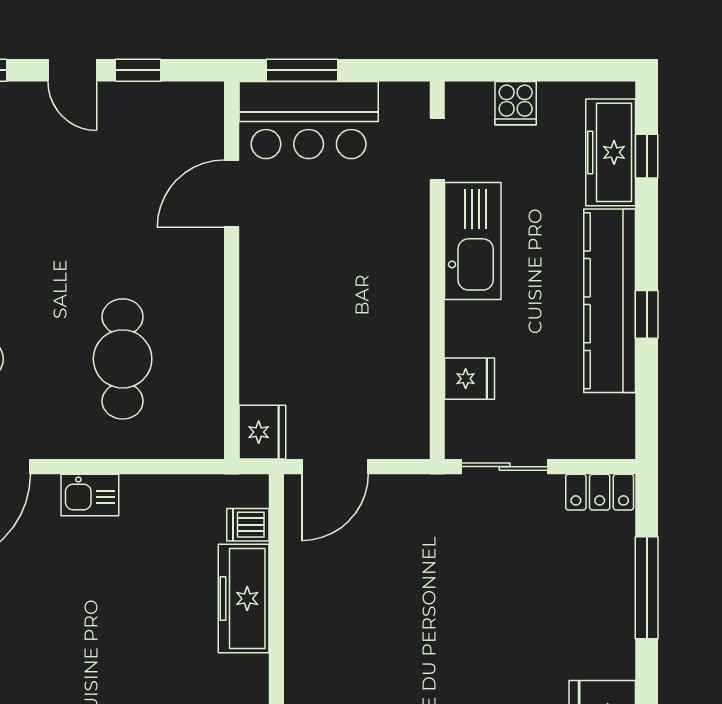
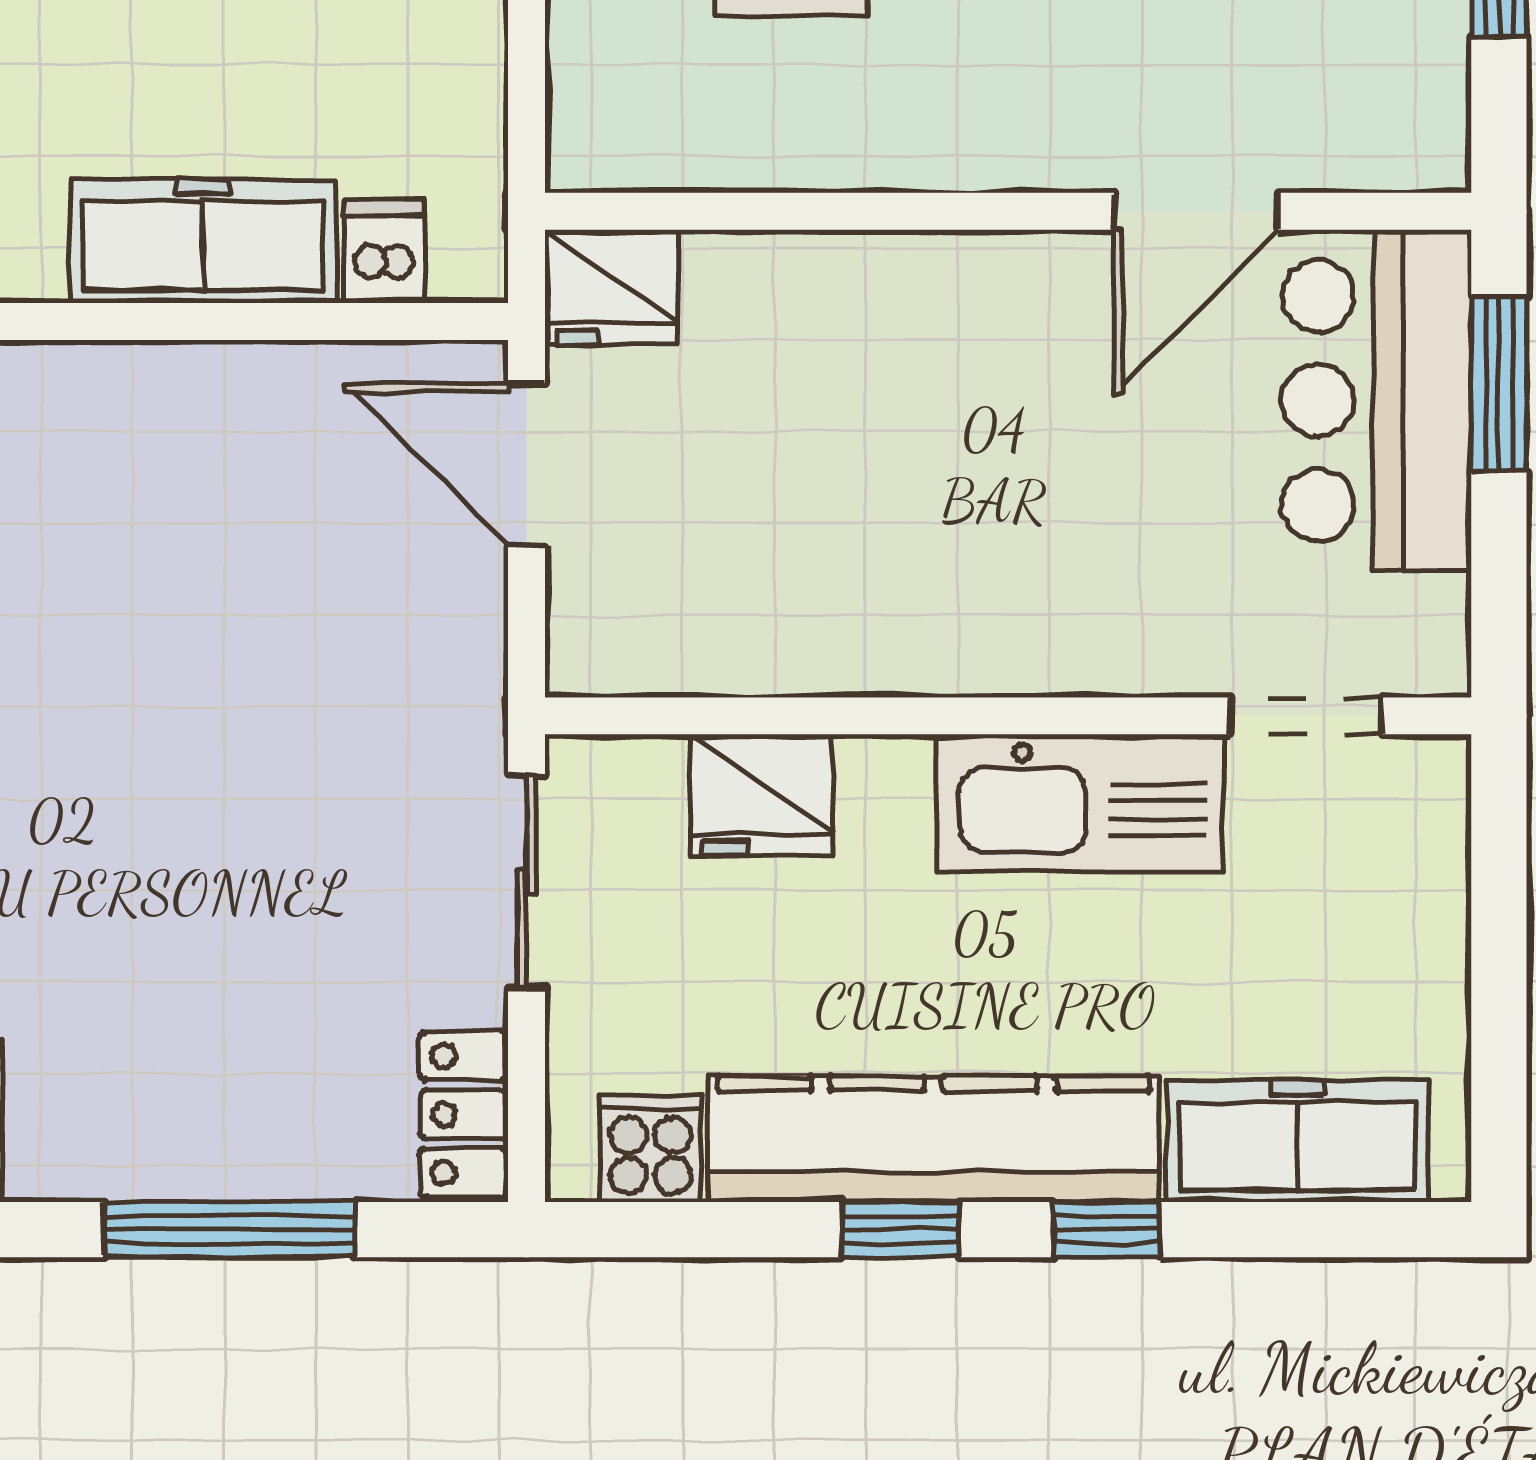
cooker: (516, 103) -> (651, 1149), moved, turned 90
window: (647, 156) -> (1107, 1230), moved
door: (232, 194) -> (1196, 211), swing flipped
fridge: (470, 379) -> (762, 795), width x1.38

